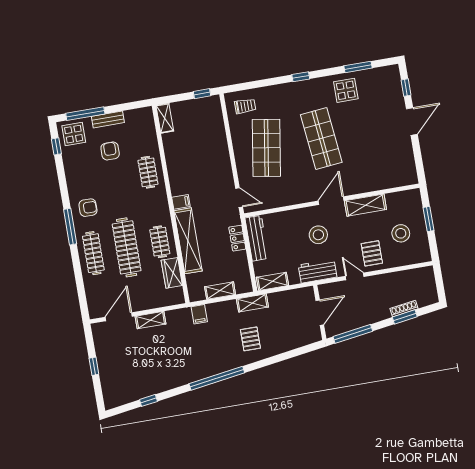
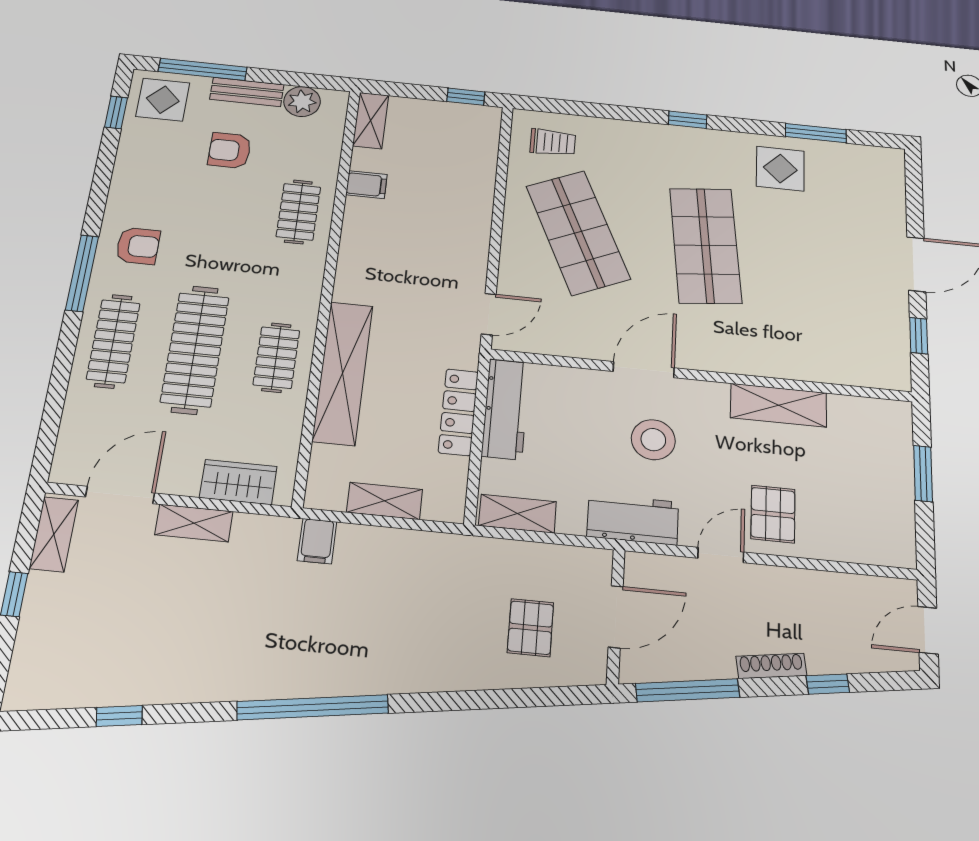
window: (406, 88) -> (919, 336), moved
plant: (133, 117) -> (302, 101), added
shop shelf: (266, 148) -> (578, 232), turned -33
armchair: (110, 151) -> (230, 150), turned -90
door: (239, 198) -> (489, 314), hinge flipped
door: (331, 201) -> (644, 370), moved
filing cabinet: (181, 202) -> (367, 185), moved
stool: (401, 233) -> (851, 488), removed
locker: (237, 238) -> (458, 412), width x1.53
wardrobe: (172, 273) -> (238, 482), moved, turned 90
door: (355, 276) -> (721, 555), hinge flipped
door: (440, 285) -> (928, 630), added
shelving: (252, 303) -> (54, 534), moved, turned 90
shoe rack: (404, 309) -> (771, 666), moved
window: (405, 317) -> (828, 684), width x0.67
pallet: (250, 339) -> (530, 628), moved

